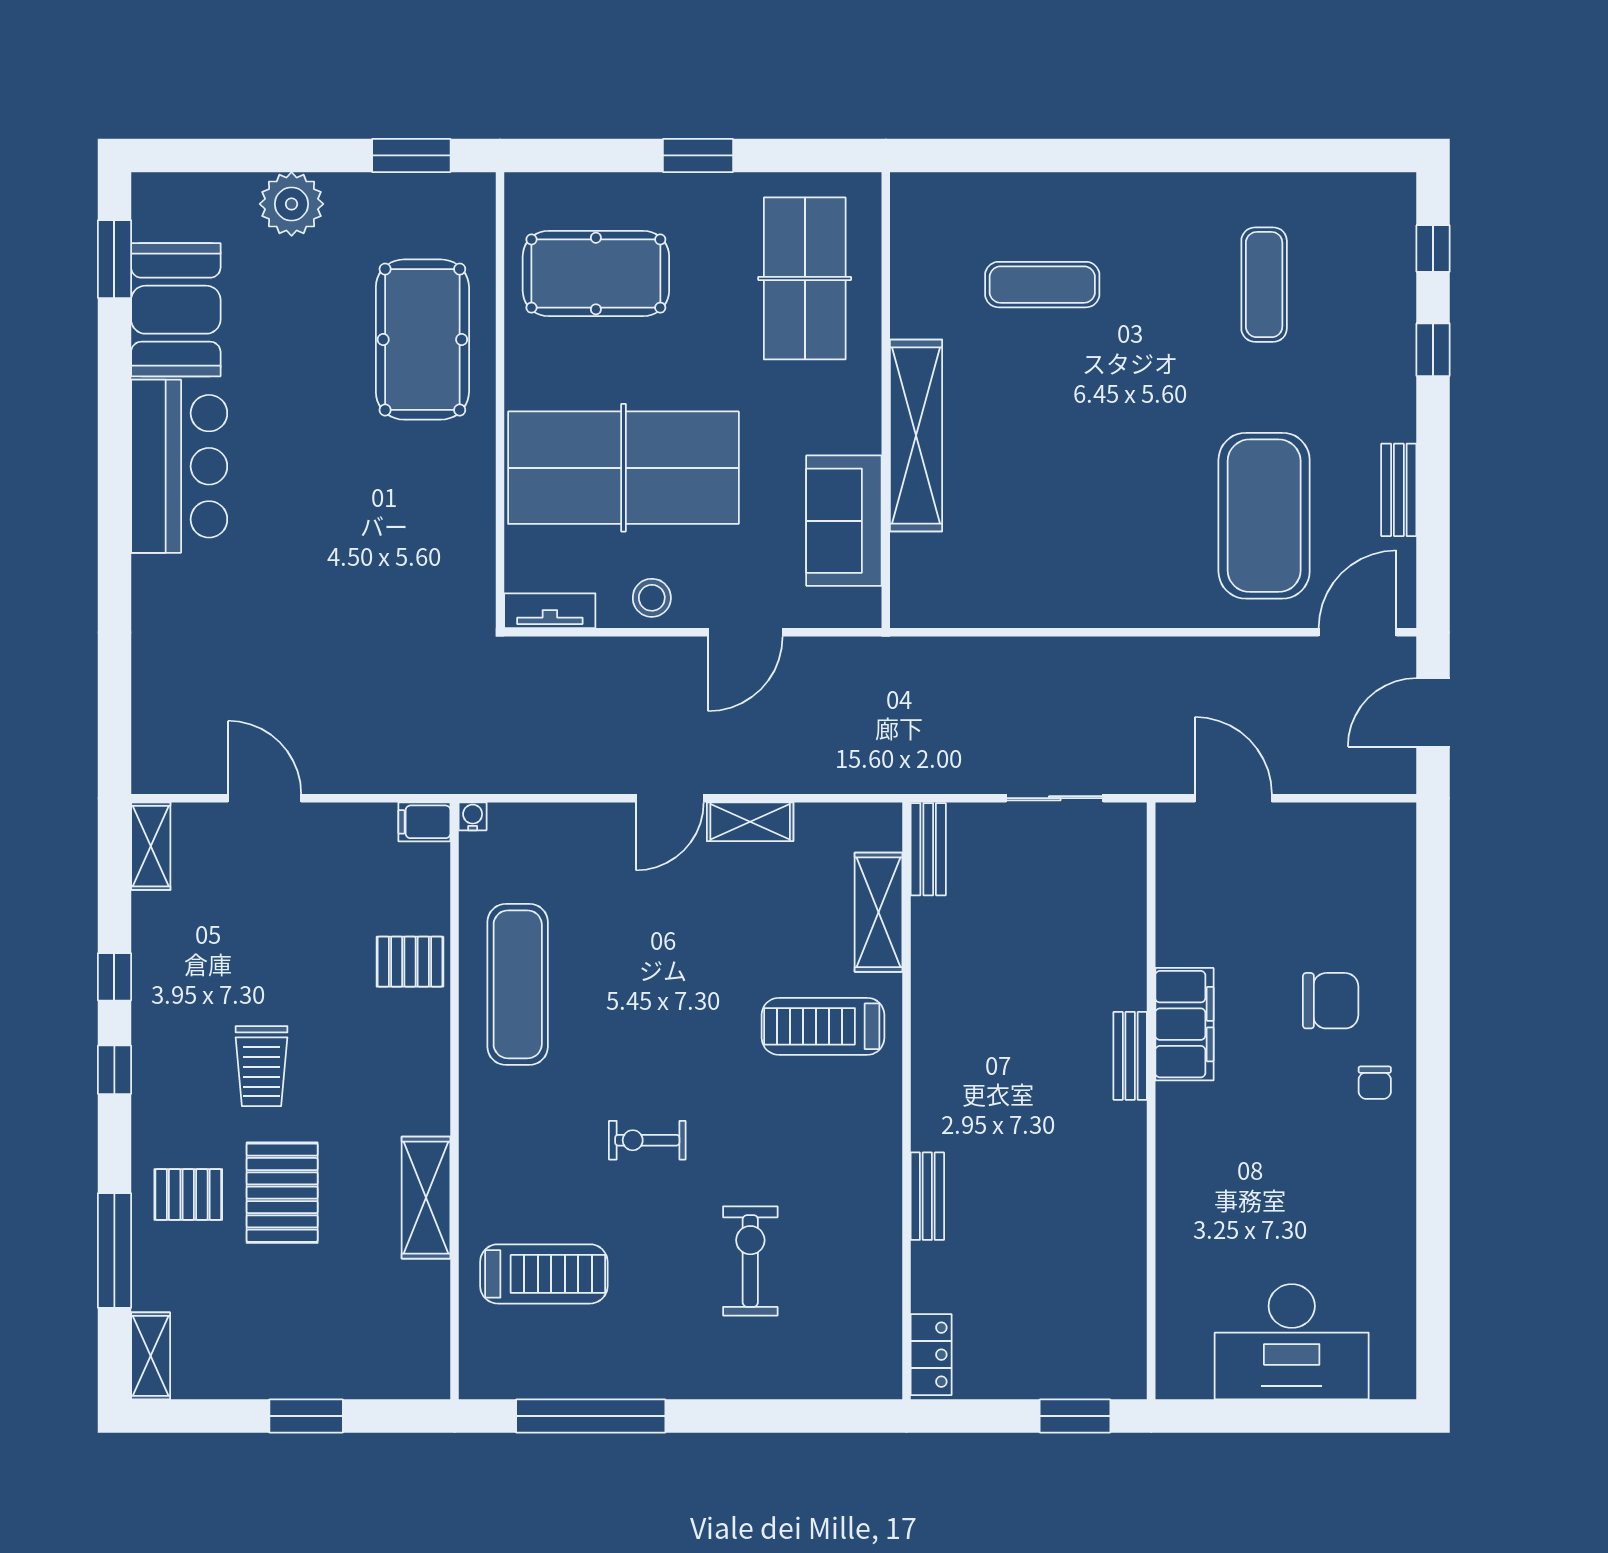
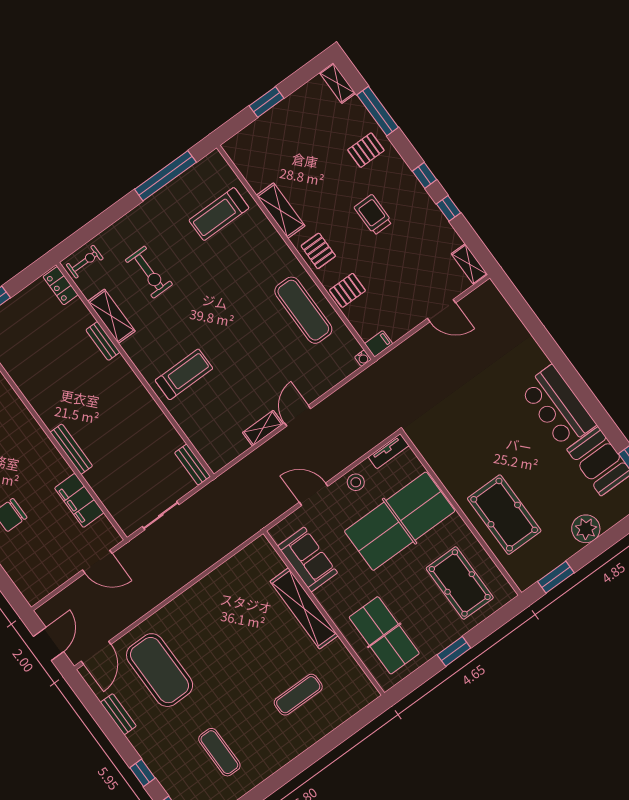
pool table: (596, 274) -> (460, 583), turned 90
door: (745, 632) -> (314, 494), hinge flipped
shelving: (878, 912) -> (111, 316), moved
filing cabinet: (1184, 1024) -> (79, 500), moved
bench: (1130, 1056) -> (71, 449), width x1.36
exercise bike: (647, 1140) -> (85, 262), moved
pallet: (282, 1193) -> (318, 251), moved, width x0.67, depth x0.71

